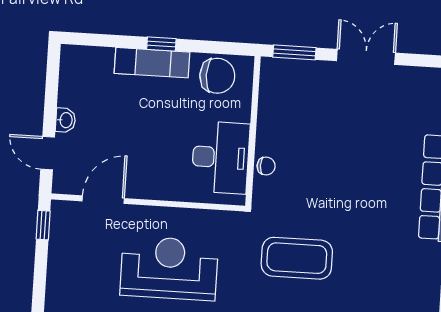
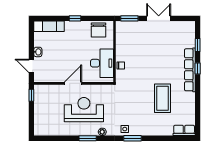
exam couch: (152, 63) -> (49, 26), moved
chair: (217, 76) -> (99, 30), turned 90
door: (103, 200) -> (73, 83), moved
coffee table: (297, 258) -> (163, 98), moved, turned 90

